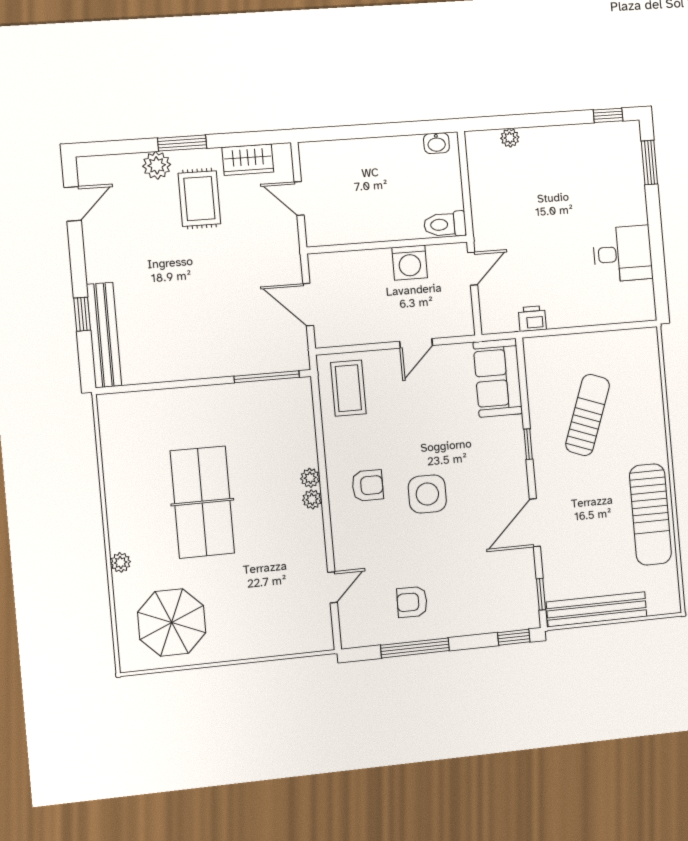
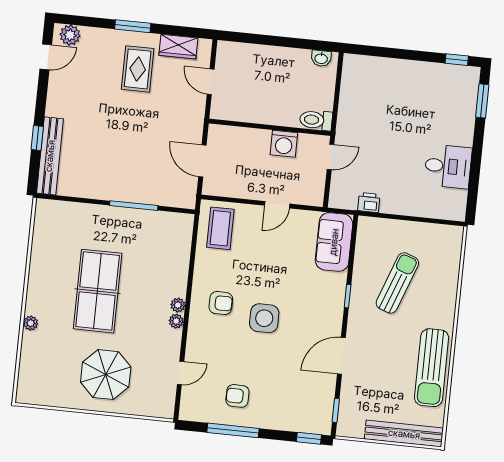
plant: (510, 138) -> (378, 64), removed
plant: (157, 165) -> (70, 35), moved
window: (267, 377) -> (134, 206), moved
plant: (310, 478) -> (176, 321), moved
bench: (597, 609) -> (404, 434), moved
parasol: (172, 622) -> (106, 375), moved

